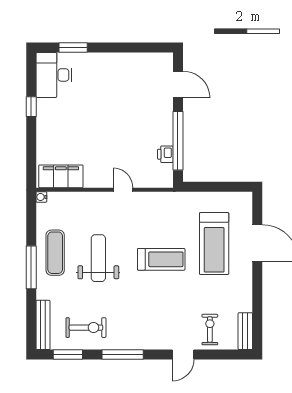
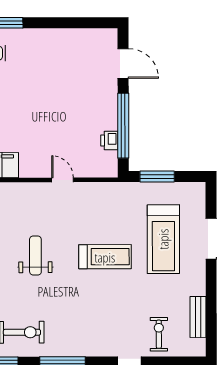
window: (209, 187) -> (157, 176), added
weight bench: (98, 258) -> (35, 255), width x0.73, depth x0.75
bench: (245, 331) -> (198, 317), moved

